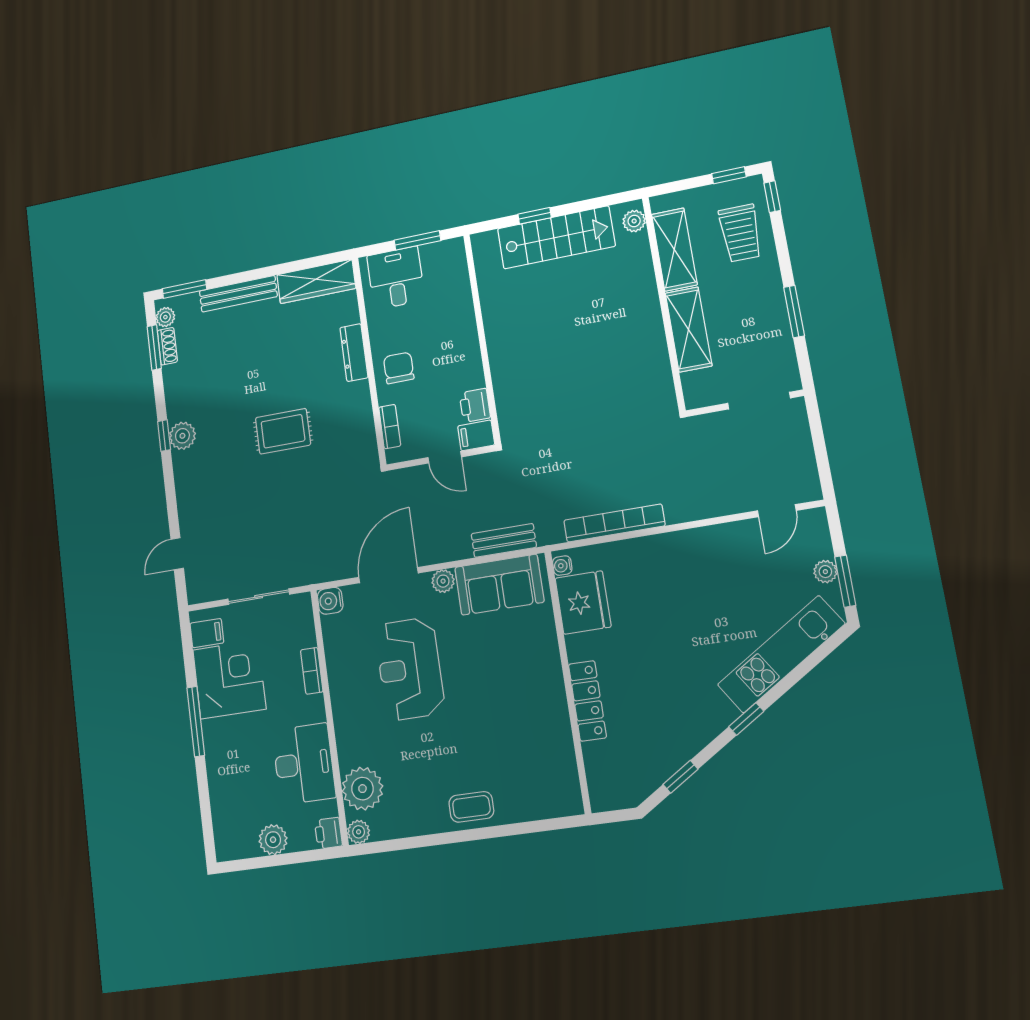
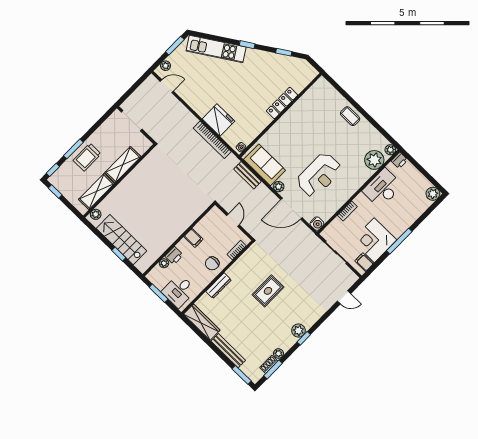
trolley: (740, 233) -> (87, 157), moved, turned 180
plant: (461, 284) -> (164, 263), added
window: (794, 312) -> (73, 149), moved
plant: (165, 317) -> (278, 354), moved
printer: (475, 405) -> (174, 256), moved
rug: (283, 431) -> (268, 291), turned 90
filing cabinet: (476, 435) -> (193, 238), moved
plant: (825, 572) -> (166, 66), moved
fridge: (583, 602) -> (218, 120), moved, turned 90
plant: (273, 840) -> (433, 194), moved

